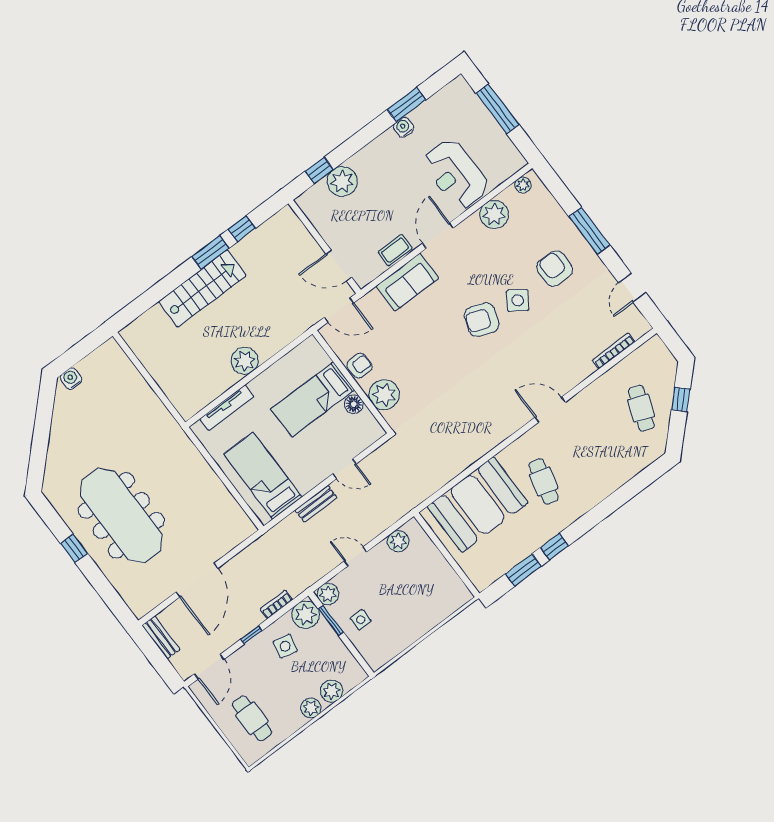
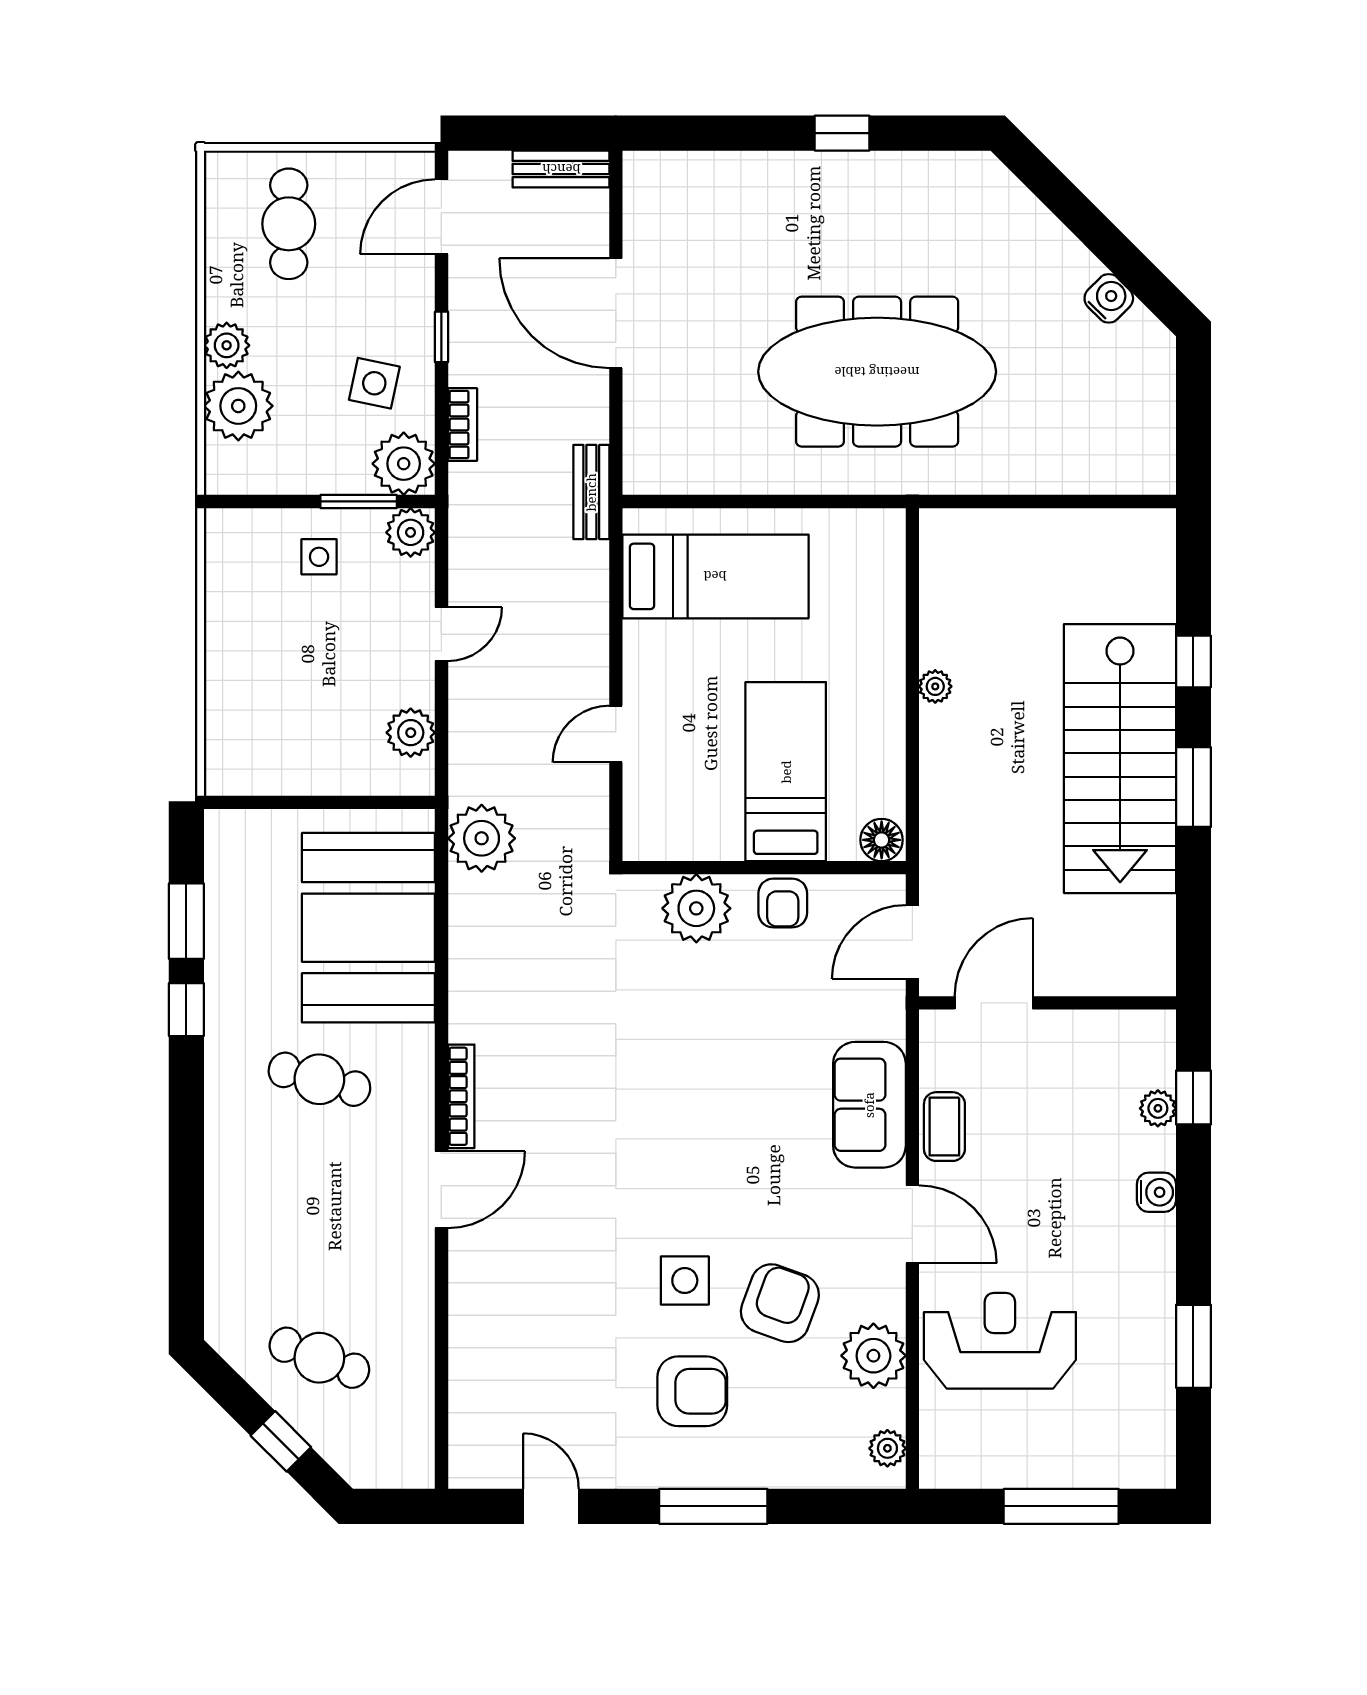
water cooler: (404, 127) -> (1156, 1192), moved
plant: (342, 181) -> (1158, 1108), width x0.53, depth x0.53
window: (242, 229) -> (1193, 661), moved
stairs: (202, 289) -> (1120, 759), width x1.36, depth x1.51
side table: (518, 300) -> (685, 1280), turned -34
armchair: (482, 320) -> (780, 1303), moved
bookcase: (614, 351) -> (461, 1096), moved
plant: (245, 361) -> (935, 686), width x0.53, depth x0.53
water cooler: (71, 378) -> (1109, 298), moved, turned -45
floor lamp: (354, 404) -> (882, 840), moved
tv unit: (227, 408) -> (888, 604), removed
plant: (416, 488) -> (482, 838), added
bench: (316, 504) -> (591, 492), moved
meeting table: (121, 515) -> (877, 372), moved
door: (209, 667) -> (441, 217), hinge flipped
plant: (332, 691) -> (238, 406), width x1.36, depth x1.36
cafe table: (252, 718) -> (289, 224), turned 90

